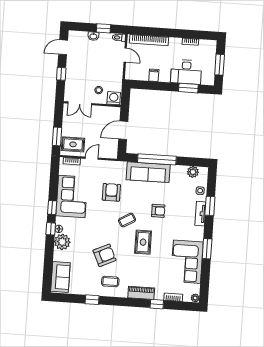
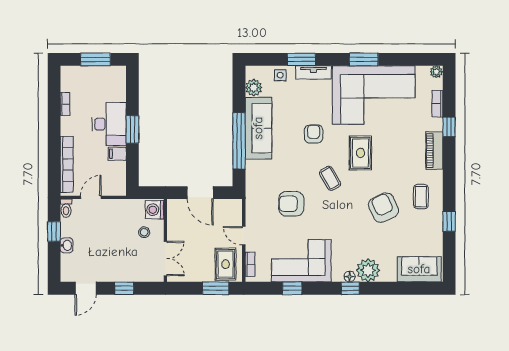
door: (63, 47) -> (86, 288), hinge flipped
desk: (186, 72) -> (109, 124), moved
window: (188, 88) -> (132, 129), moved
sofa: (148, 172) -> (258, 128), moved
window: (52, 207) -> (292, 288), moved
rug: (143, 242) -> (360, 153), turned 90
corner sofa: (187, 262) -> (374, 95), width x1.36, depth x1.36

